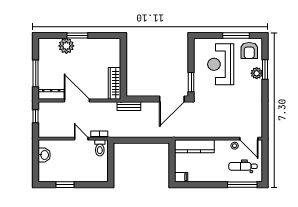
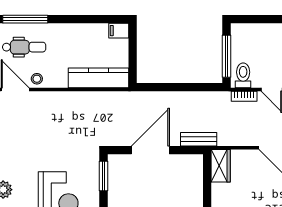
wardrobe: (115, 83) -> (221, 166), width x0.67
door: (172, 99) -> (150, 150), moved
window: (111, 160) -> (226, 56), added

